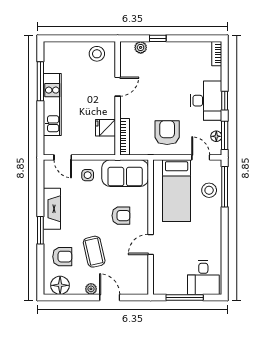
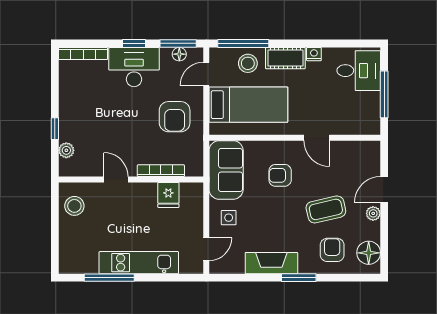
bookcase: (217, 54) -> (83, 53), width x1.56
armchair: (167, 133) -> (175, 117), turned -90
bookcase: (125, 137) -> (161, 171), moved
armchair: (121, 216) -> (280, 175), turned -90
cot: (213, 220) -> (285, 58), added
nightstand: (216, 242) -> (314, 54), added

